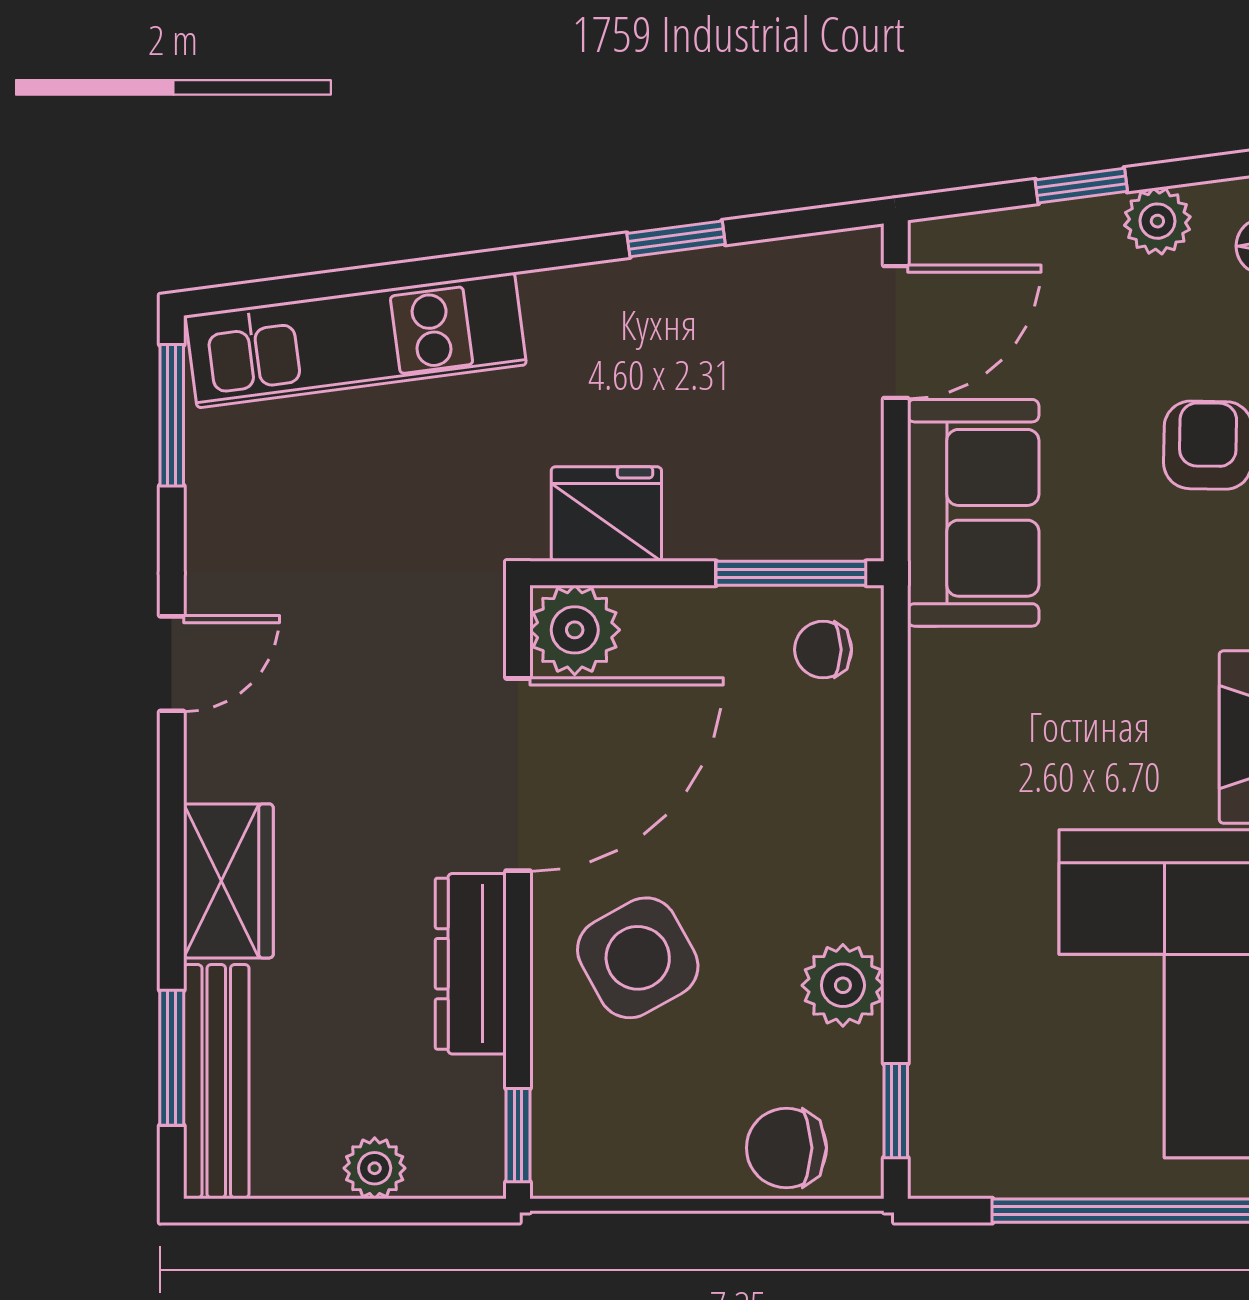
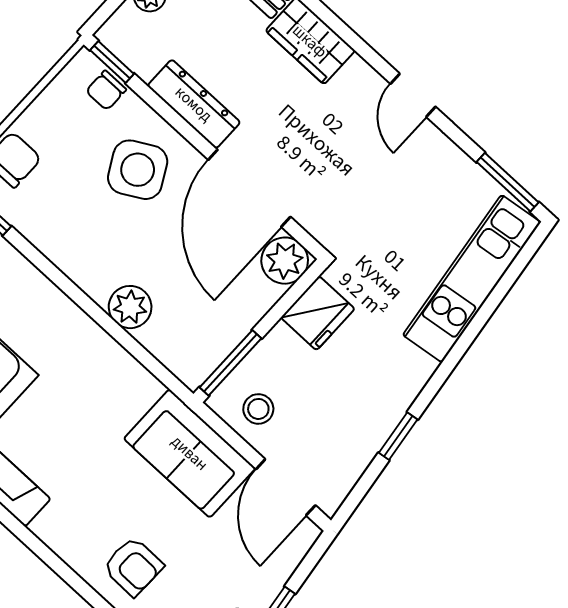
stool: (820, 473) -> (258, 409), added
chair: (823, 650) -> (106, 90), moved, turned 180
plant: (843, 985) -> (130, 307), moved

